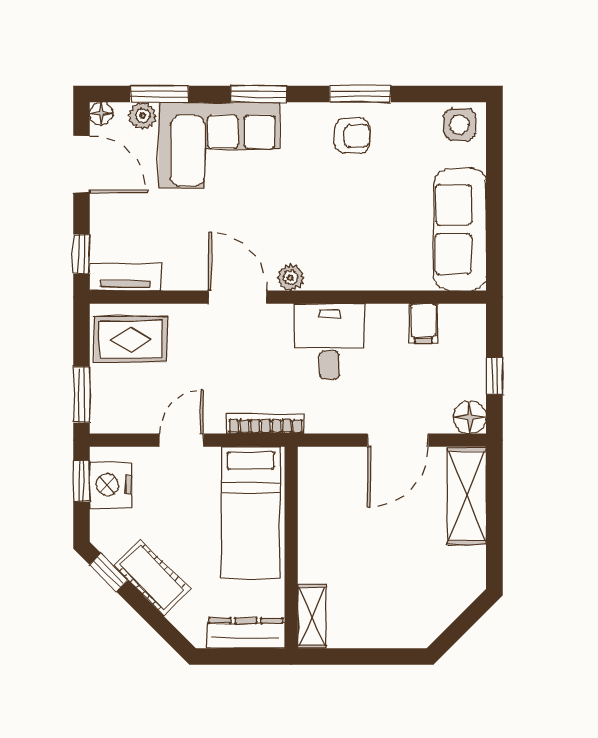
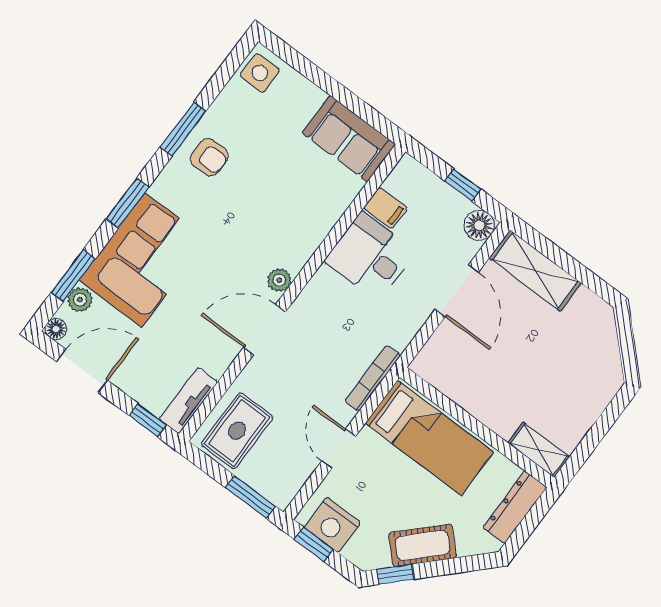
armchair: (352, 136) -> (209, 157), turned 90
sofa: (460, 229) -> (349, 139), width x0.73
desk: (329, 342) -> (370, 256), moved

